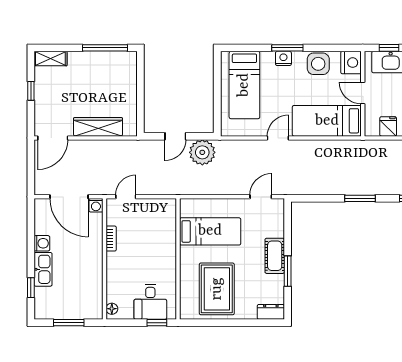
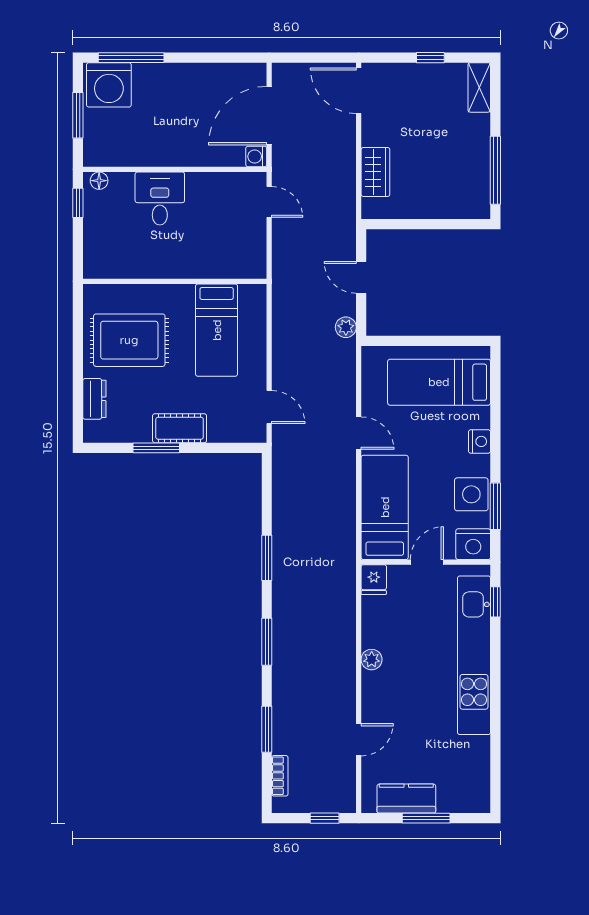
window: (287, 48) -> (495, 506), moved
fridge: (388, 126) -> (374, 580), moved, turned 90
wardrobe: (98, 127) -> (375, 172), width x0.67
plant: (202, 152) -> (346, 327), width x0.53, depth x0.53
bookcase: (111, 239) -> (206, 180), removed
washing machine: (42, 243) -> (109, 85), moved, width x1.89, depth x1.89
kitchen sink: (43, 269) -> (159, 76), removed
window: (31, 288) -> (131, 58), width x2.17
desk: (150, 302) -> (160, 199), moved, turned 90
dresser: (271, 312) -> (94, 399), moved
window: (157, 323) -> (78, 203), moved

